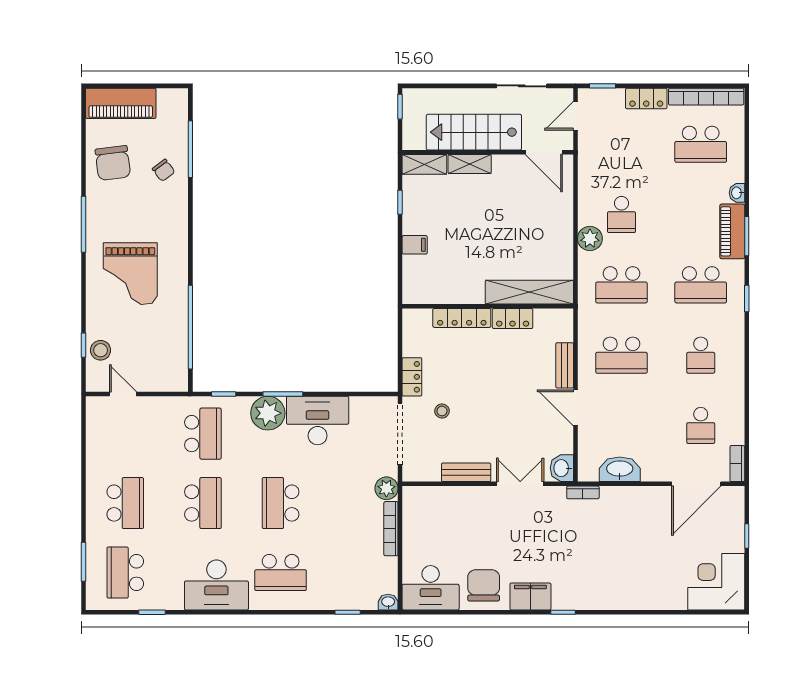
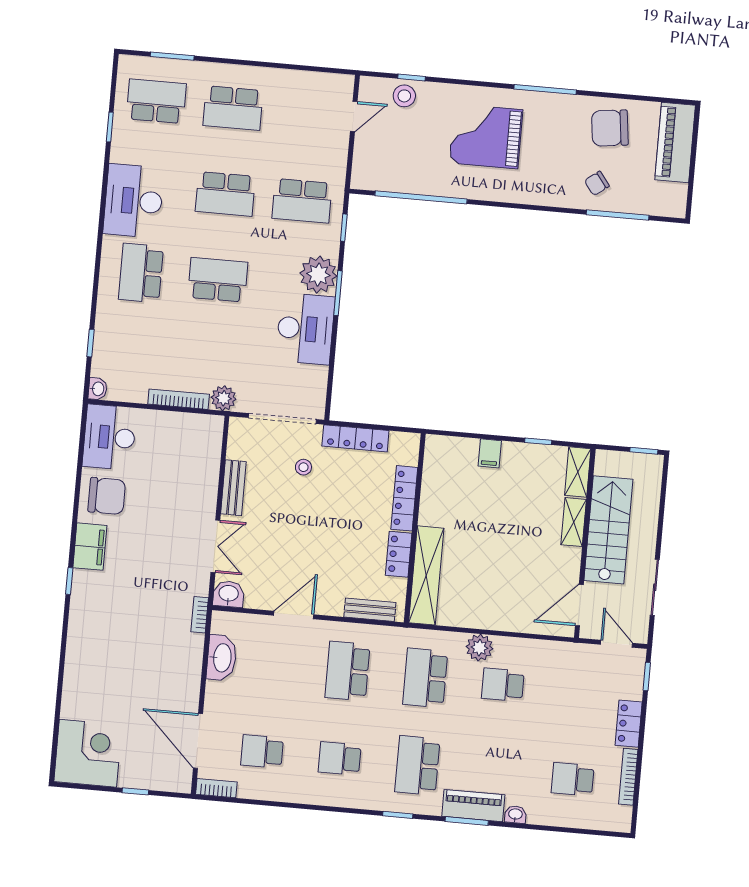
bookcase: (706, 97) -> (628, 777), width x0.68, depth x0.76
school desk: (701, 144) -> (573, 779), width x0.54
bench: (565, 365) -> (370, 610), moved
locker: (412, 377) -> (355, 438), width x1.53

